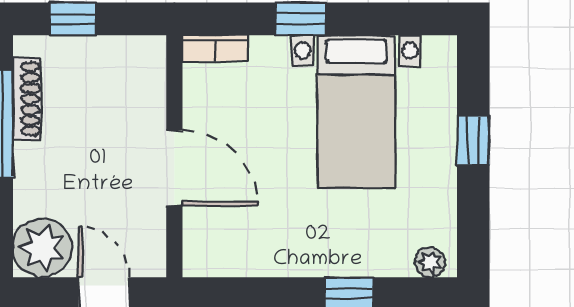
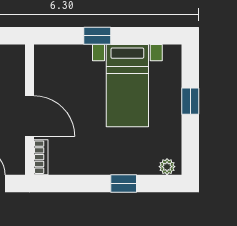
bookcase: (215, 48) -> (41, 157), moved, turned -90

